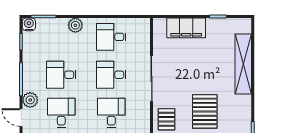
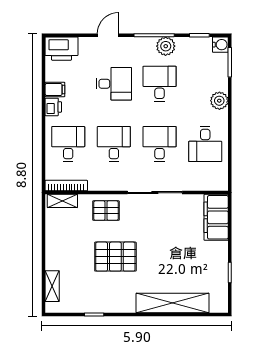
filing cabinet: (186, 28) -> (216, 217), moved
desk: (111, 37) -> (205, 144), turned 180
plant: (30, 100) -> (166, 46), moved
desk: (111, 113) -> (114, 144), turned -90

